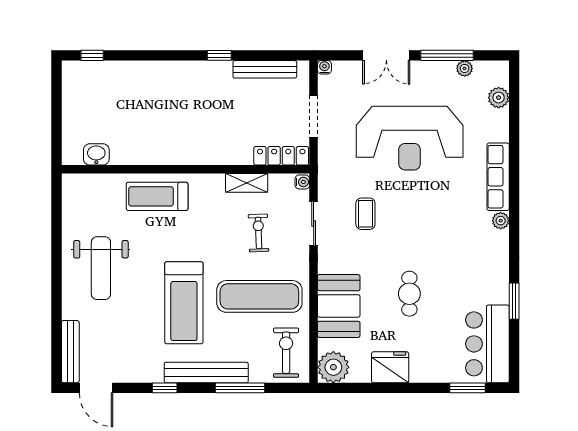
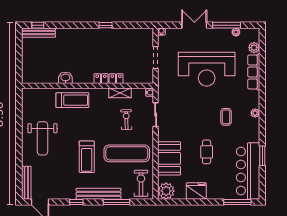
double door: (386, 55) -> (194, 25), swing flipped
bench: (265, 69) -> (38, 33), moved
washbasin: (96, 154) -> (65, 78), moved
locker: (281, 156) -> (109, 79), moved
row of seats: (498, 177) -> (254, 72), moved
treadmill: (157, 196) -> (72, 100), turned 180
coffee table: (365, 214) -> (226, 117), moved
treadmill: (184, 303) -> (87, 157), width x0.73, depth x0.73
bar counter: (487, 344) -> (248, 171), width x1.36
window: (467, 388) -> (237, 202), width x1.44

